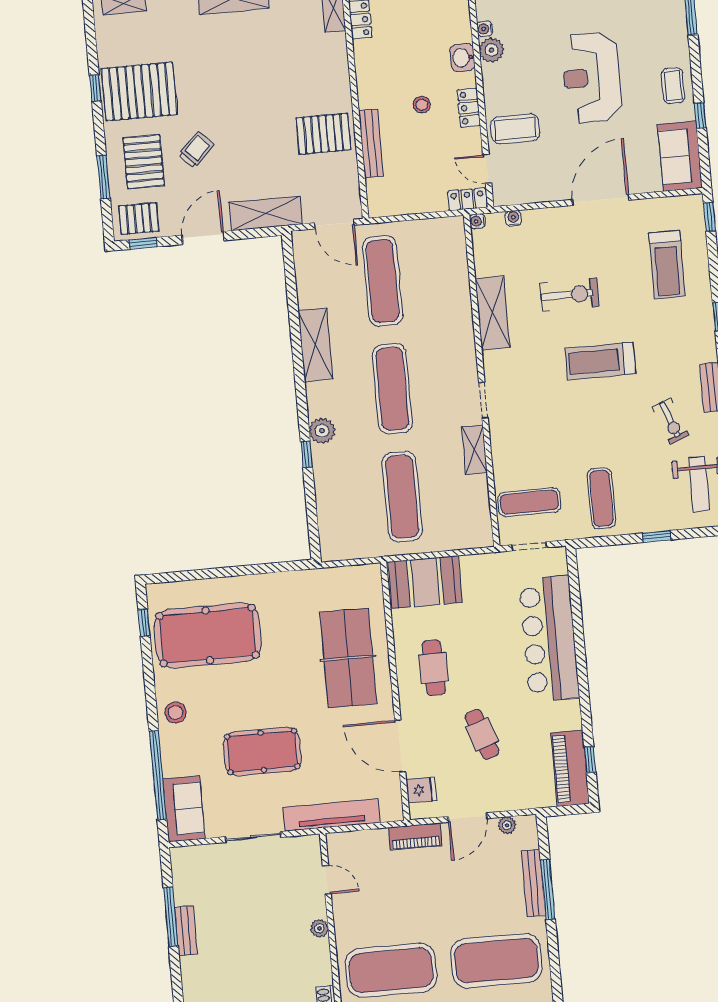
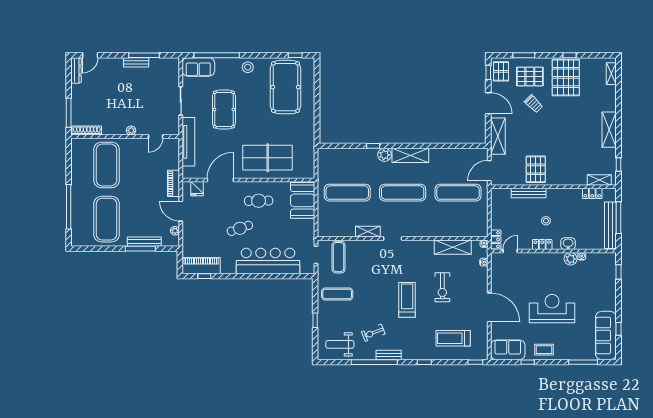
coffee table: (515, 129) -> (529, 267), removed
shelving: (493, 313) -> (453, 247), moved
shelving: (315, 345) -> (410, 155), moved
cafe table: (482, 734) -> (240, 228), moved

